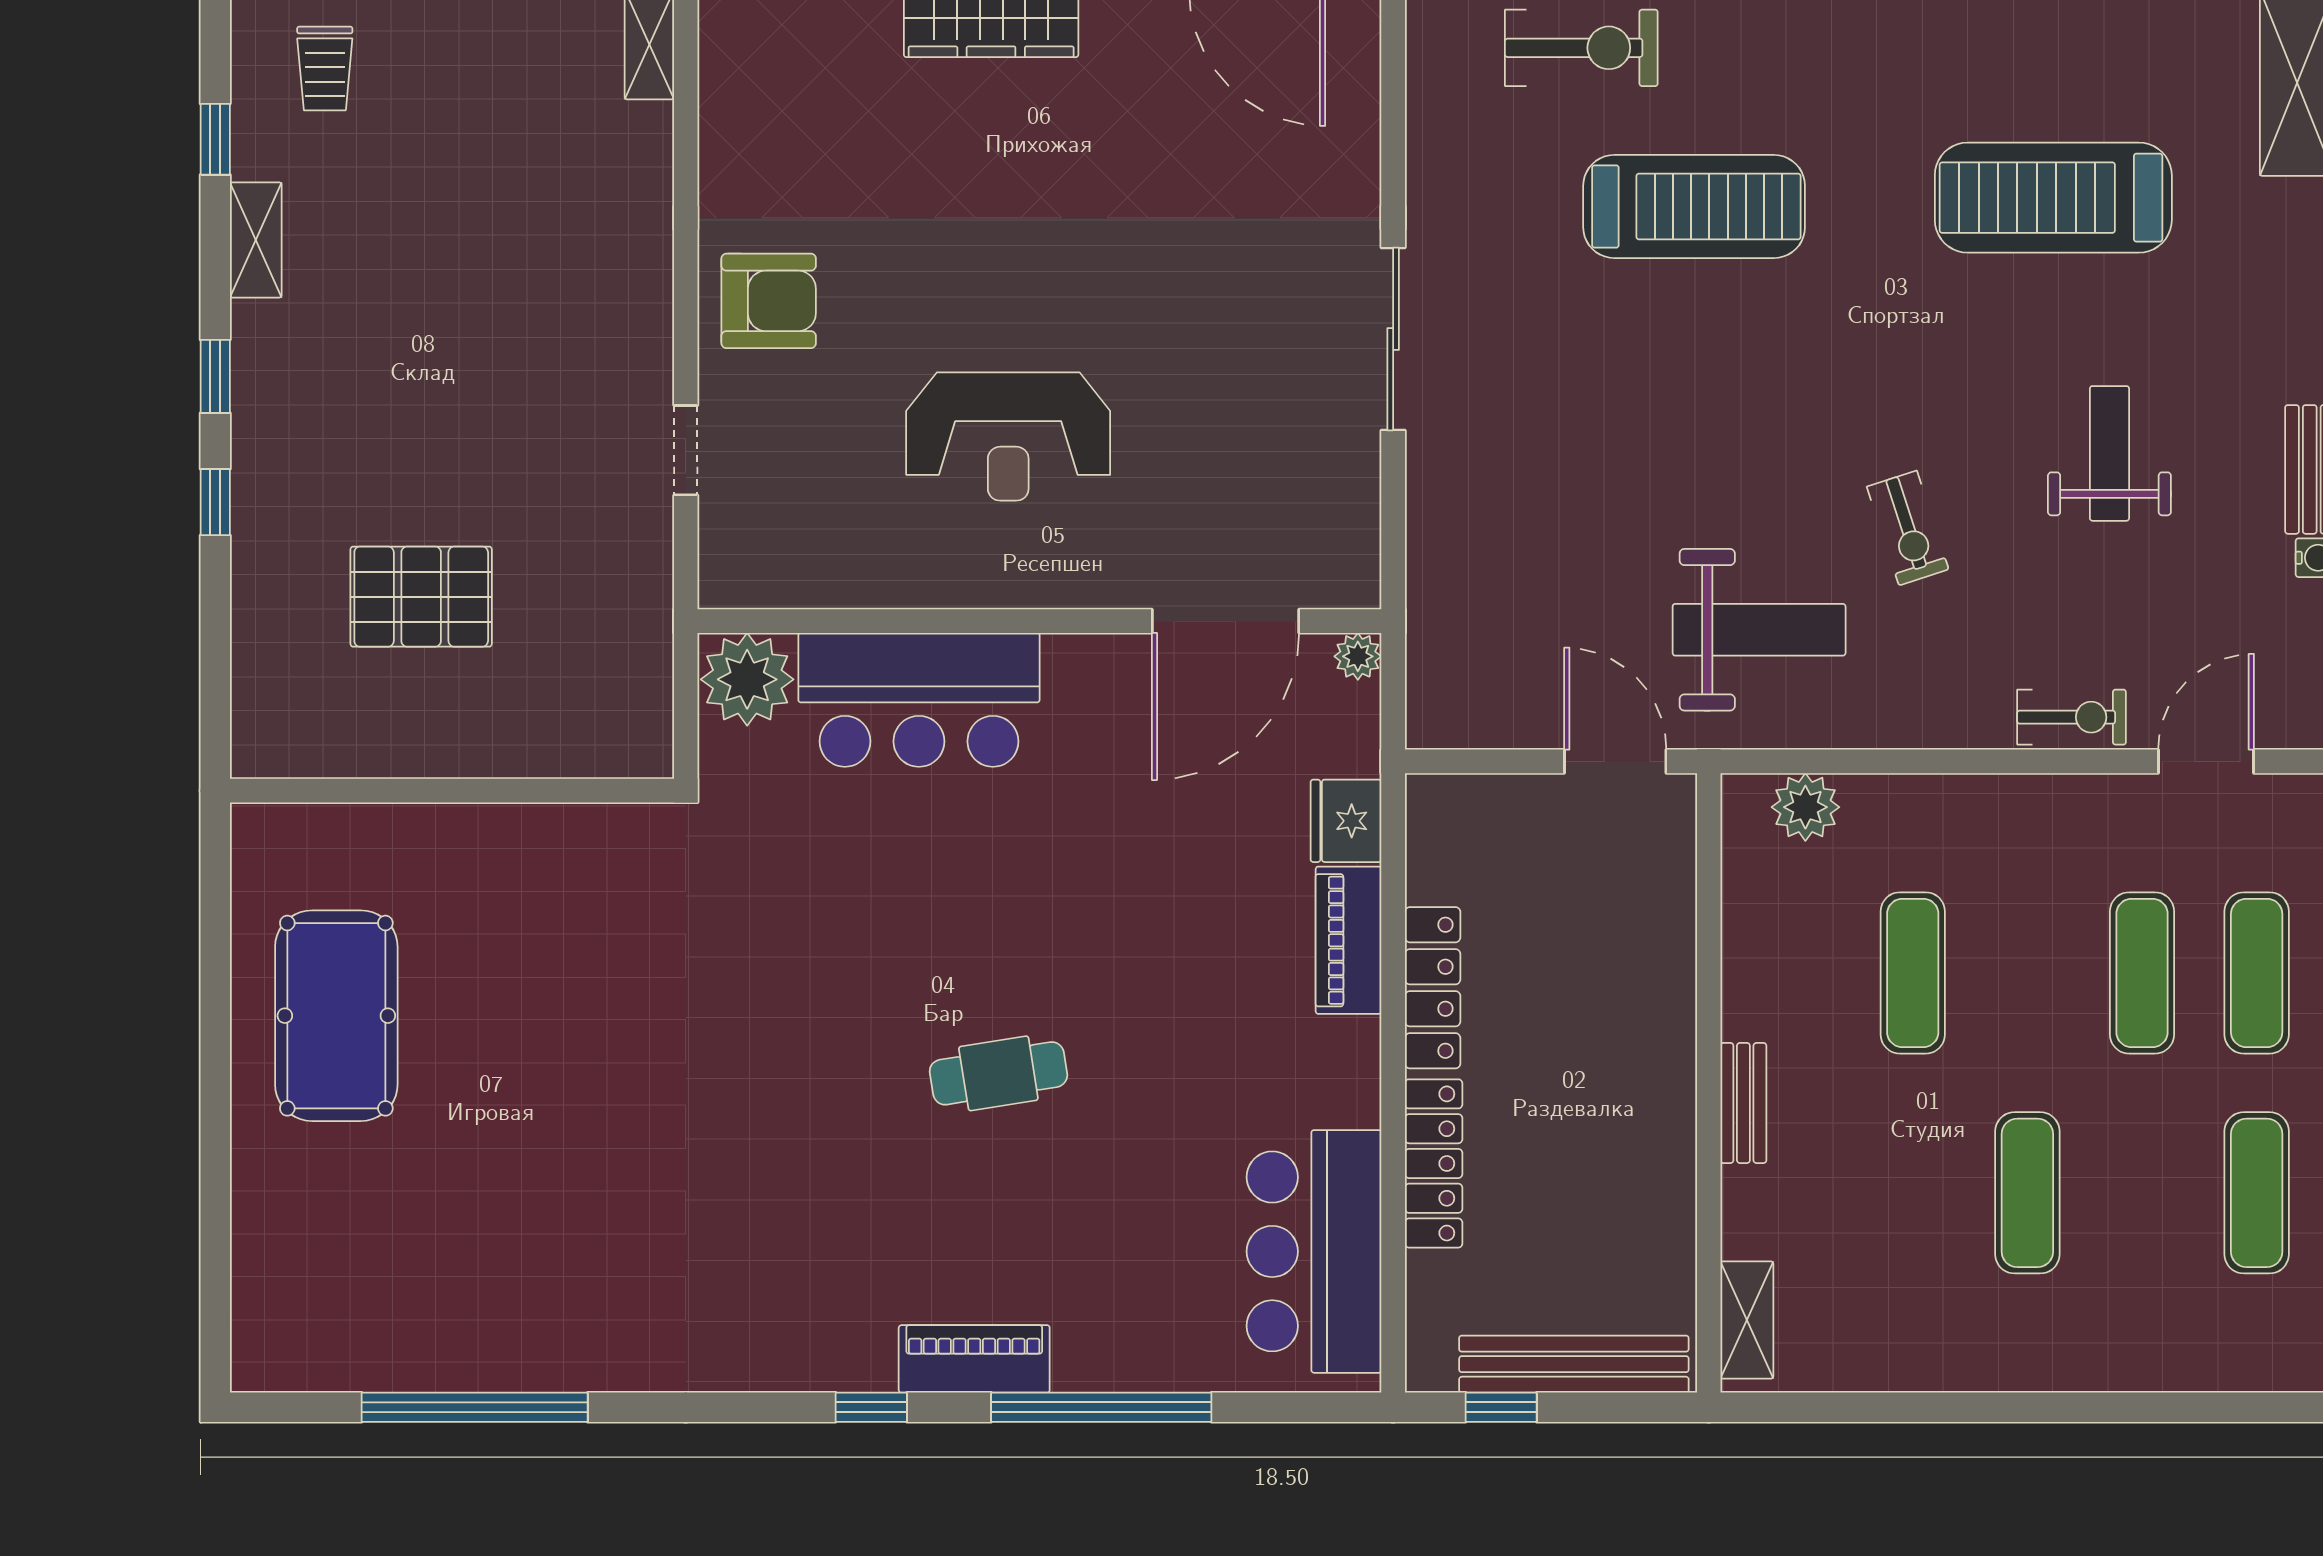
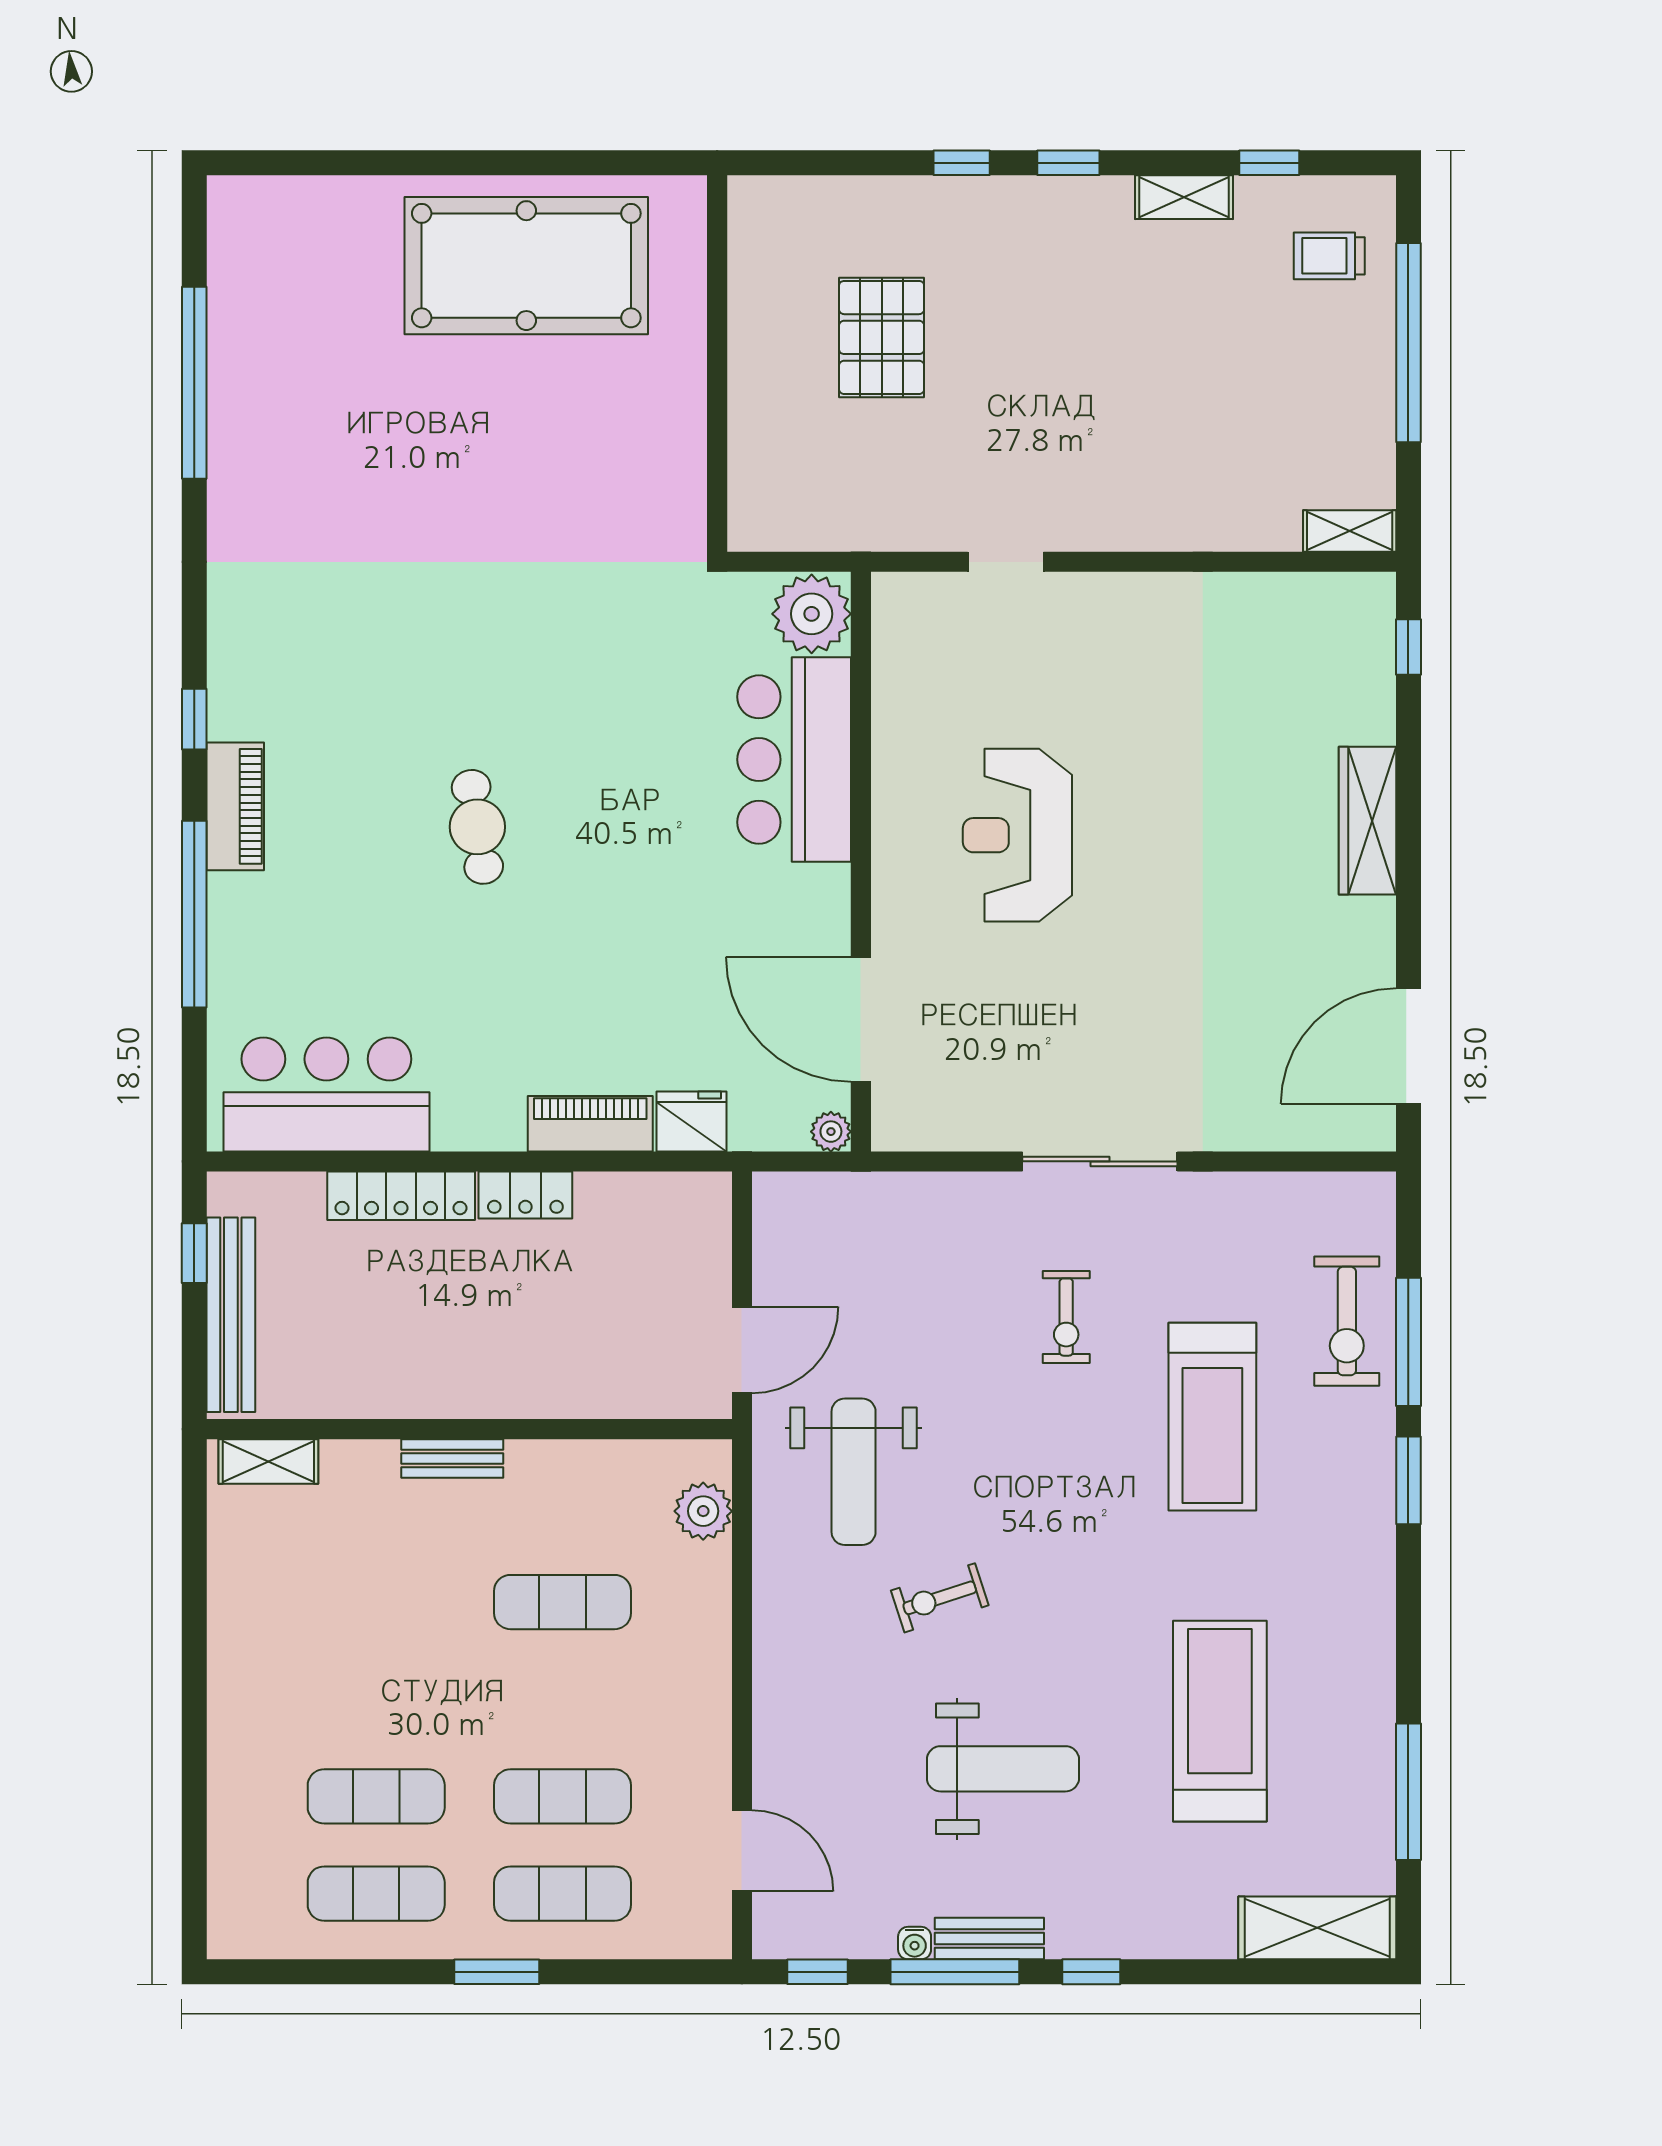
armchair: (769, 301) -> (1132, 632), removed
weight bench: (2109, 453) -> (1003, 1769), width x1.36, depth x1.33
exercise bike: (2072, 717) -> (1066, 1317), moved
locker: (1433, 988) -> (525, 1195), width x0.66
pool table: (336, 1016) -> (526, 266), width x1.36, depth x1.32
exercise mat: (2027, 1193) -> (376, 1796), moved

